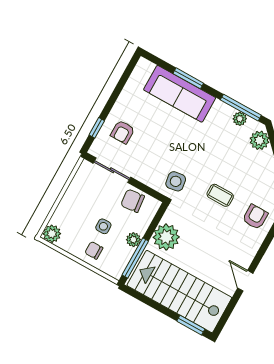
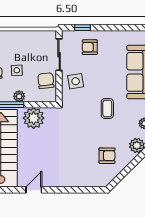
side table: (176, 181) -> (76, 81), moved
coffee table: (220, 195) -> (107, 109), moved
armchair: (255, 217) -> (107, 156), moved

